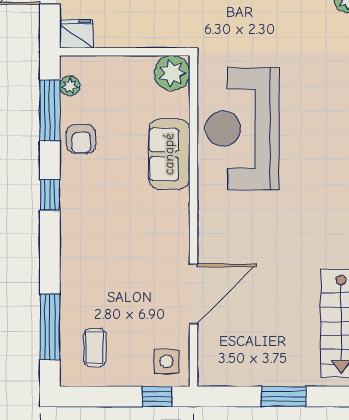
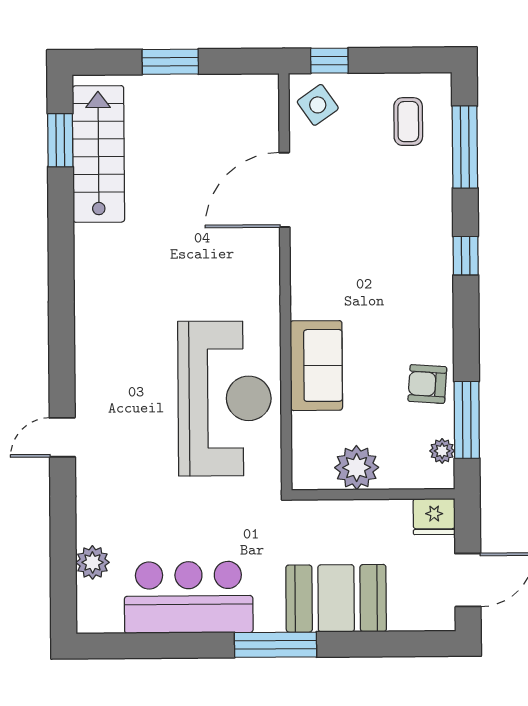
plant: (172, 73) -> (357, 468), moved
armchair: (81, 139) -> (427, 384), turned -86
window: (50, 195) -> (466, 256), moved
side table: (167, 361) -> (318, 105), turned -35

